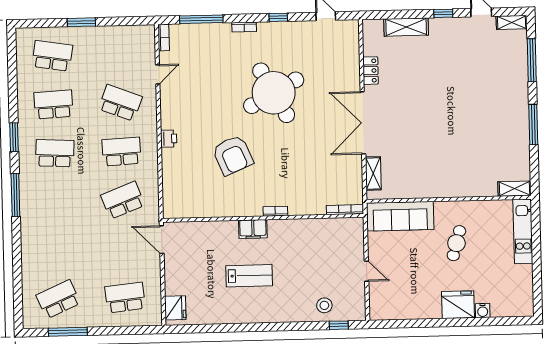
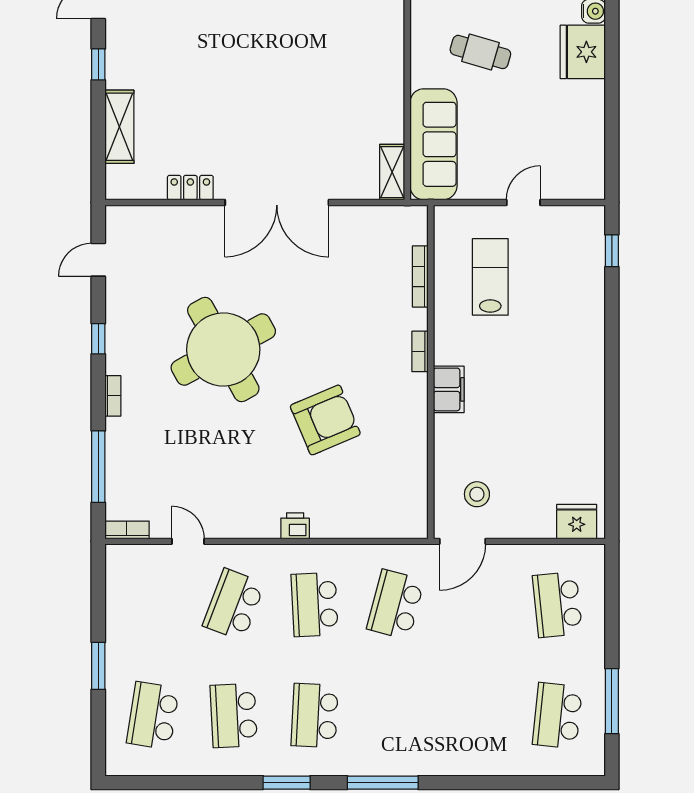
shelving: (373, 173) -> (392, 172), moved, turned 90
school desk: (123, 200) -> (396, 605), turned 36
bookcase: (345, 210) -> (420, 276), moved
lab bench: (249, 276) -> (490, 277), moved
school desk: (58, 299) -> (557, 716), turned 30
stool: (324, 305) -> (477, 494), moved

